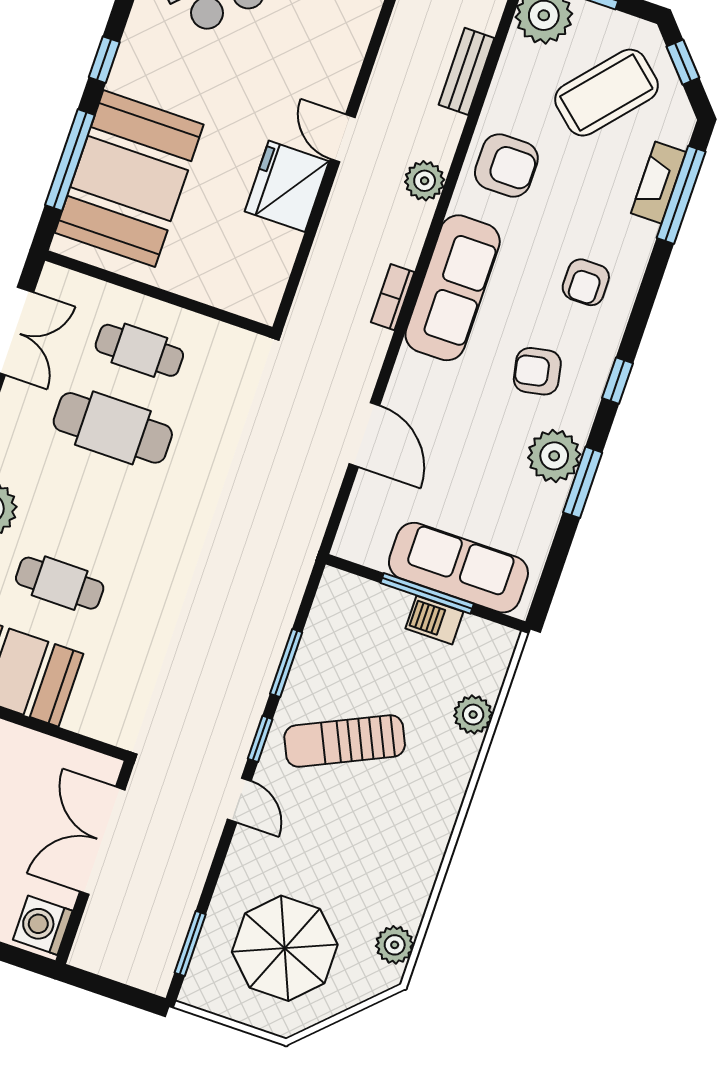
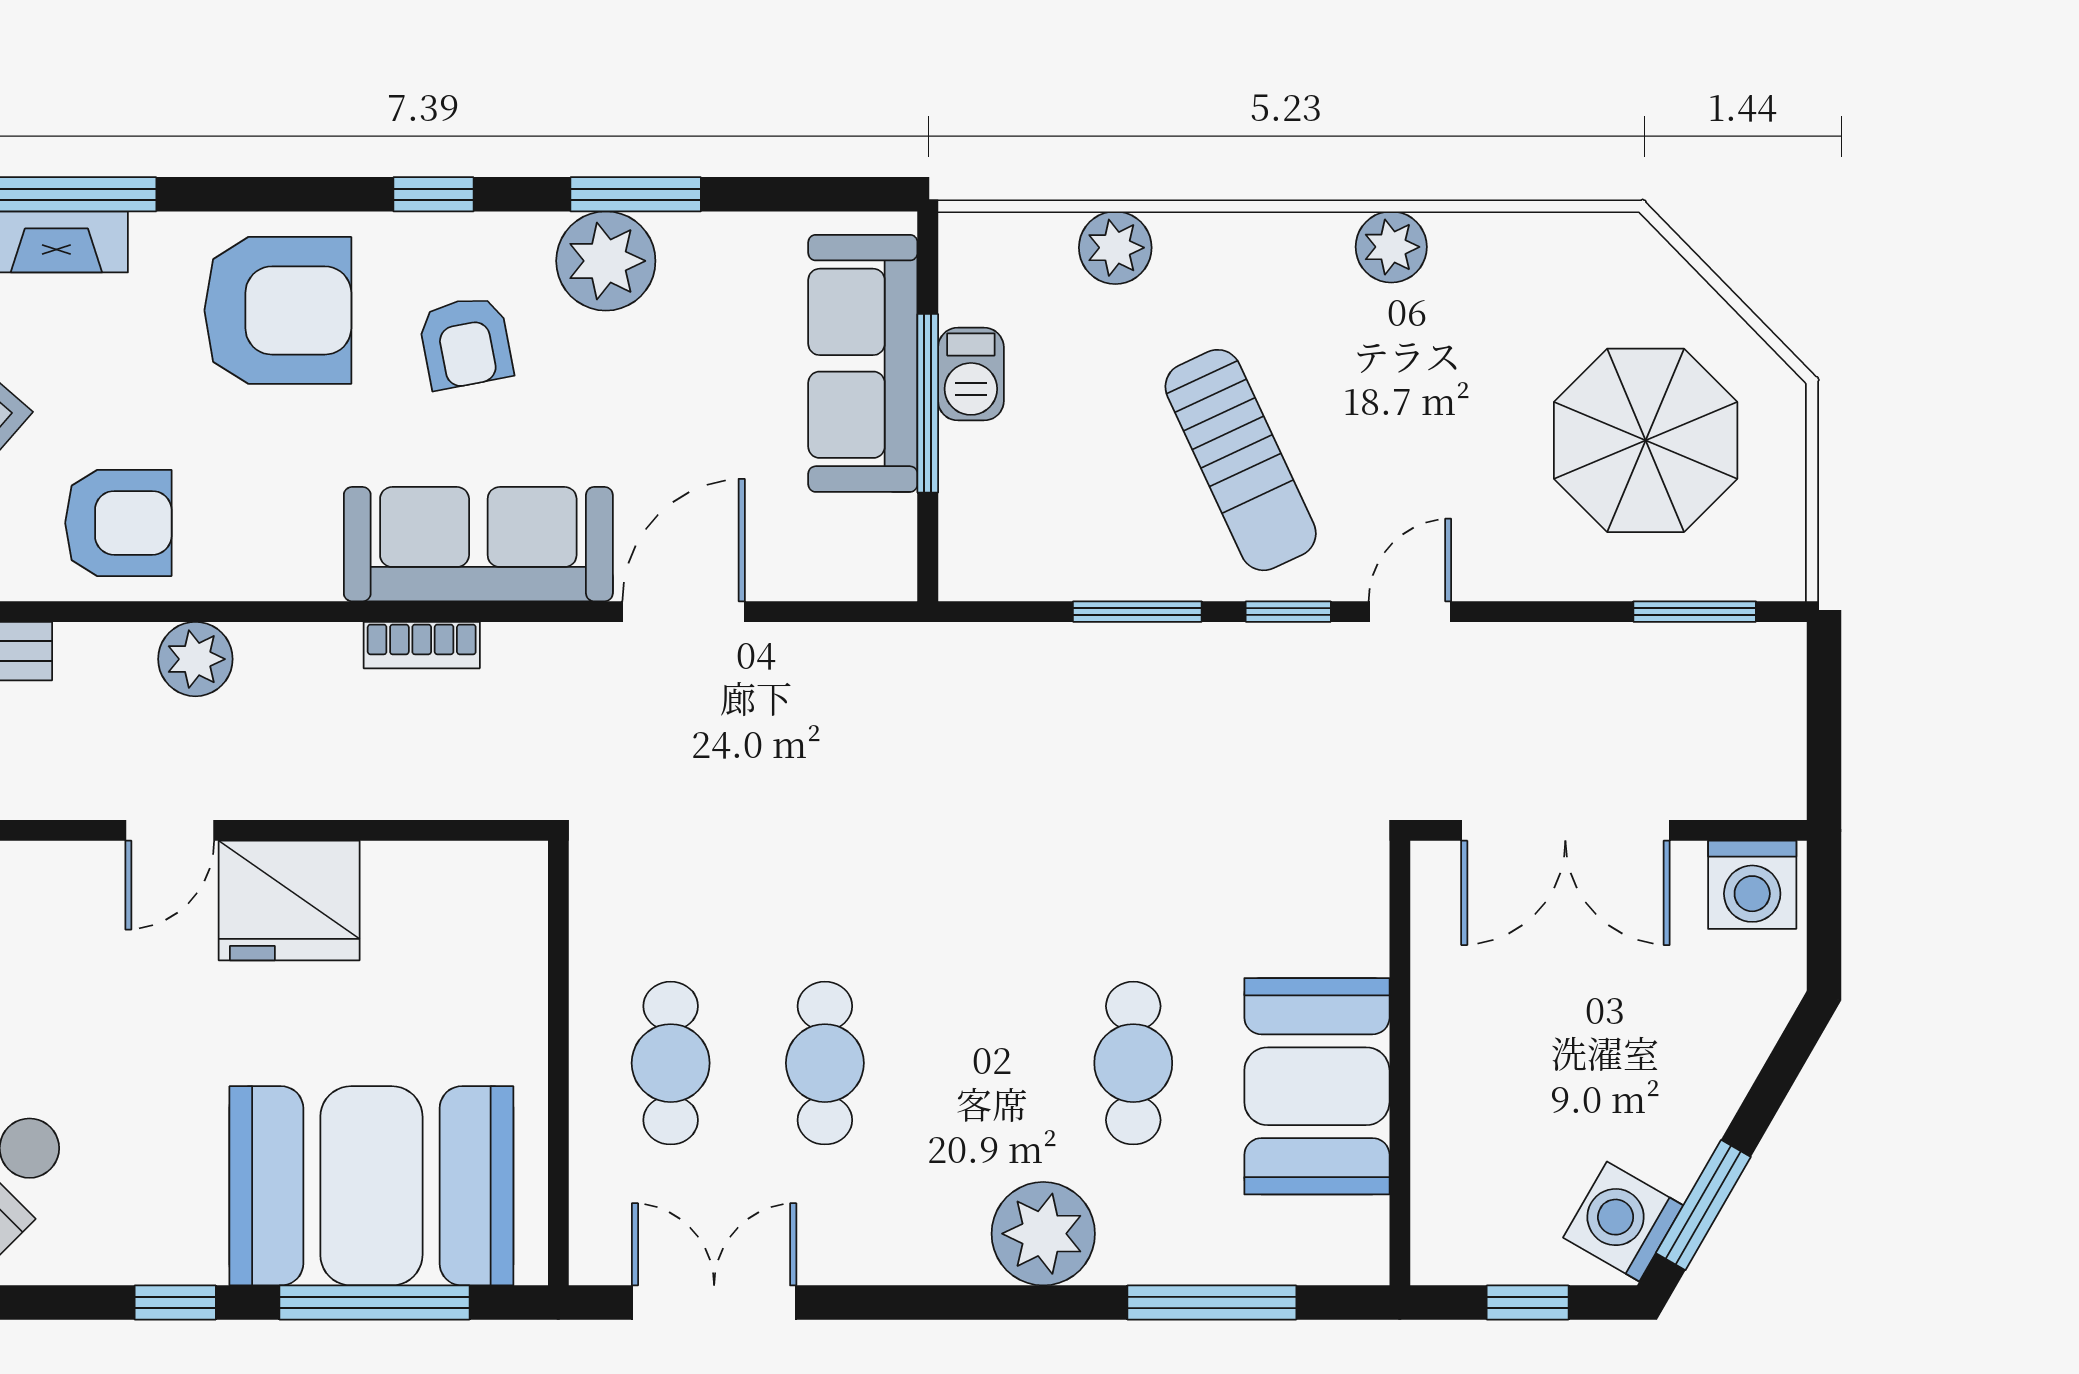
armchair: (506, 165) -> (118, 523), turned 90
armchair: (586, 282) -> (278, 310), width x1.88, depth x1.88
sofa: (453, 288) -> (478, 544), moved
cafe table: (113, 428) -> (825, 1063), width x0.73, depth x0.74
plant: (395, 945) -> (1391, 247), moved

